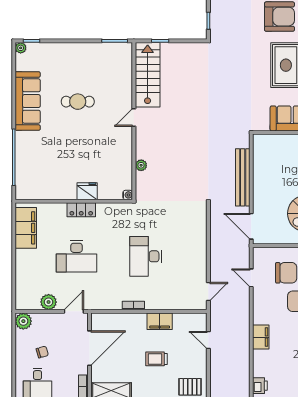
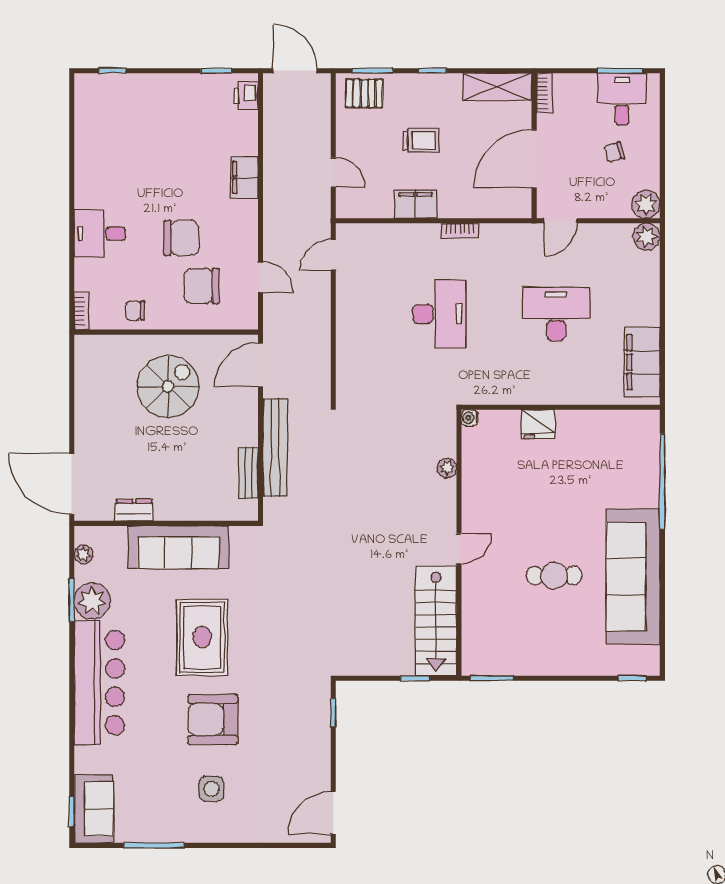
plant: (21, 48) -> (651, 667), removed
sofa: (28, 101) -> (633, 577), width x1.36, depth x1.27
bench: (259, 162) -> (248, 473), added
locker: (81, 210) -> (548, 393), removed
door: (251, 226) -> (261, 365), swing flipped
plant: (49, 302) -> (646, 237), moved

